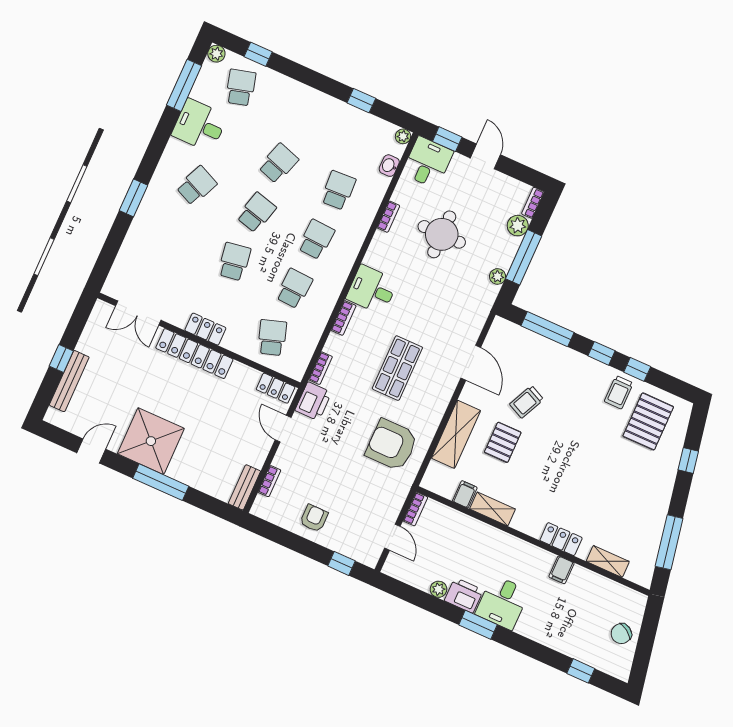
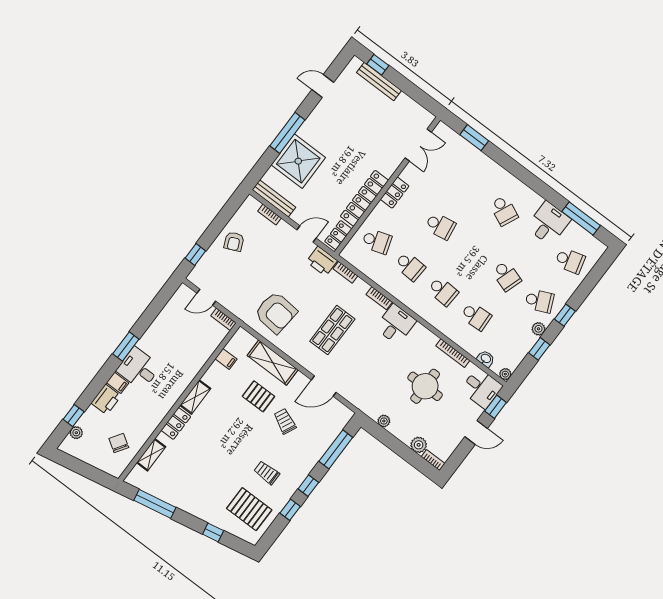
plant: (216, 54) -> (538, 329), moved
window: (258, 54) -> (565, 315), moved
window: (134, 198) -> (474, 138), moved
school desk: (256, 213) -> (539, 301), moved, turned -39
bookcase: (388, 217) -> (453, 353), width x1.56
window: (524, 257) -> (394, 444), removed
double door: (138, 313) -> (418, 145), swing flipped
locker: (194, 354) -> (364, 198), moved
window: (61, 359) -> (378, 65), moved
shop shelf: (397, 368) -> (332, 330), turned 90
trolley: (619, 392) -> (267, 473), moved
shower: (151, 441) -> (298, 161), moved
armchair: (392, 445) -> (276, 312), turned 95
door: (91, 451) -> (323, 86), swing flipped
bench: (244, 487) -> (274, 198), width x1.36
shelving: (492, 509) -> (195, 397), moved
armchair: (314, 518) -> (234, 242), turned 66
filing cabinet: (561, 570) -> (117, 383), moved, turned 180
plant: (438, 589) -> (76, 433), moved
printer: (464, 595) -> (106, 399), moved
chair: (621, 634) -> (119, 443), moved

